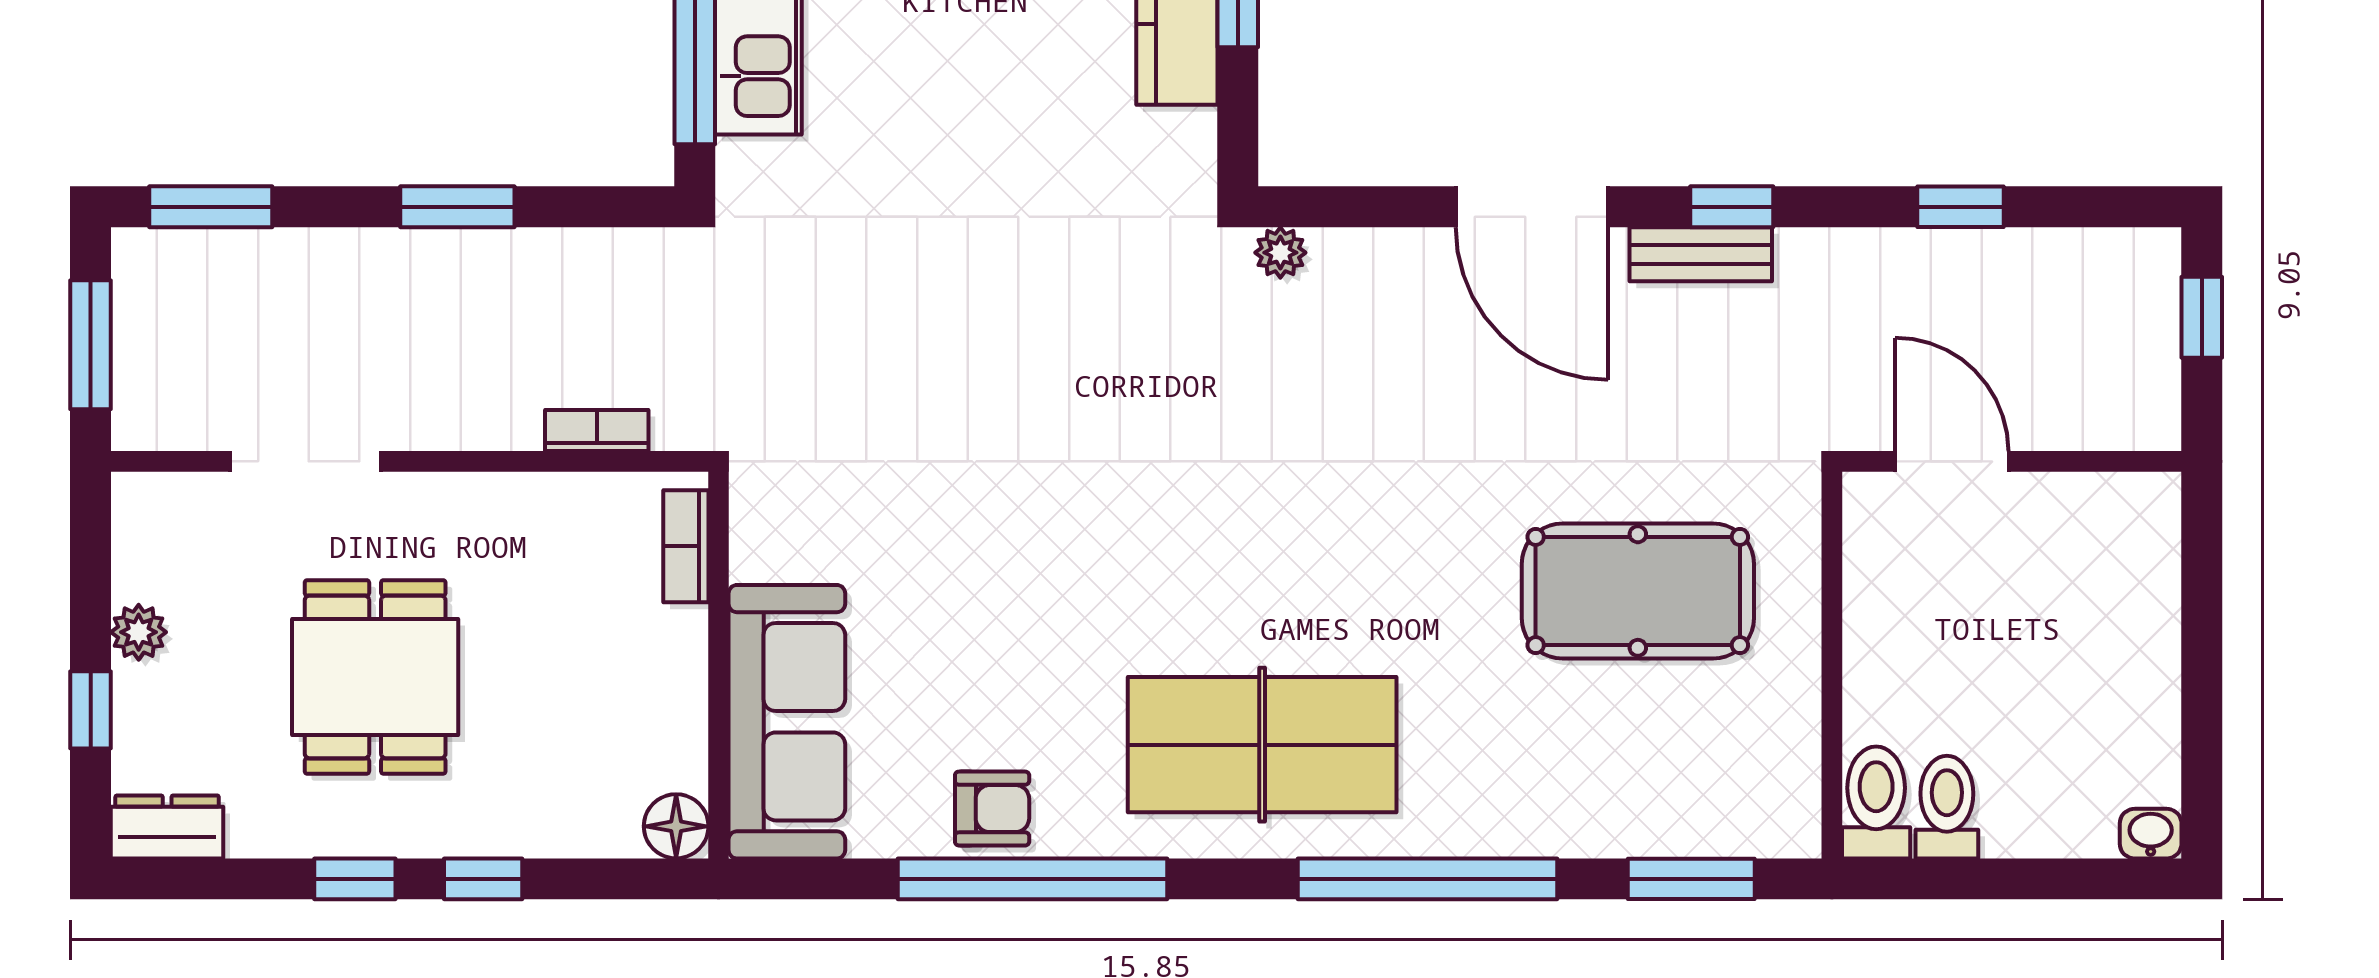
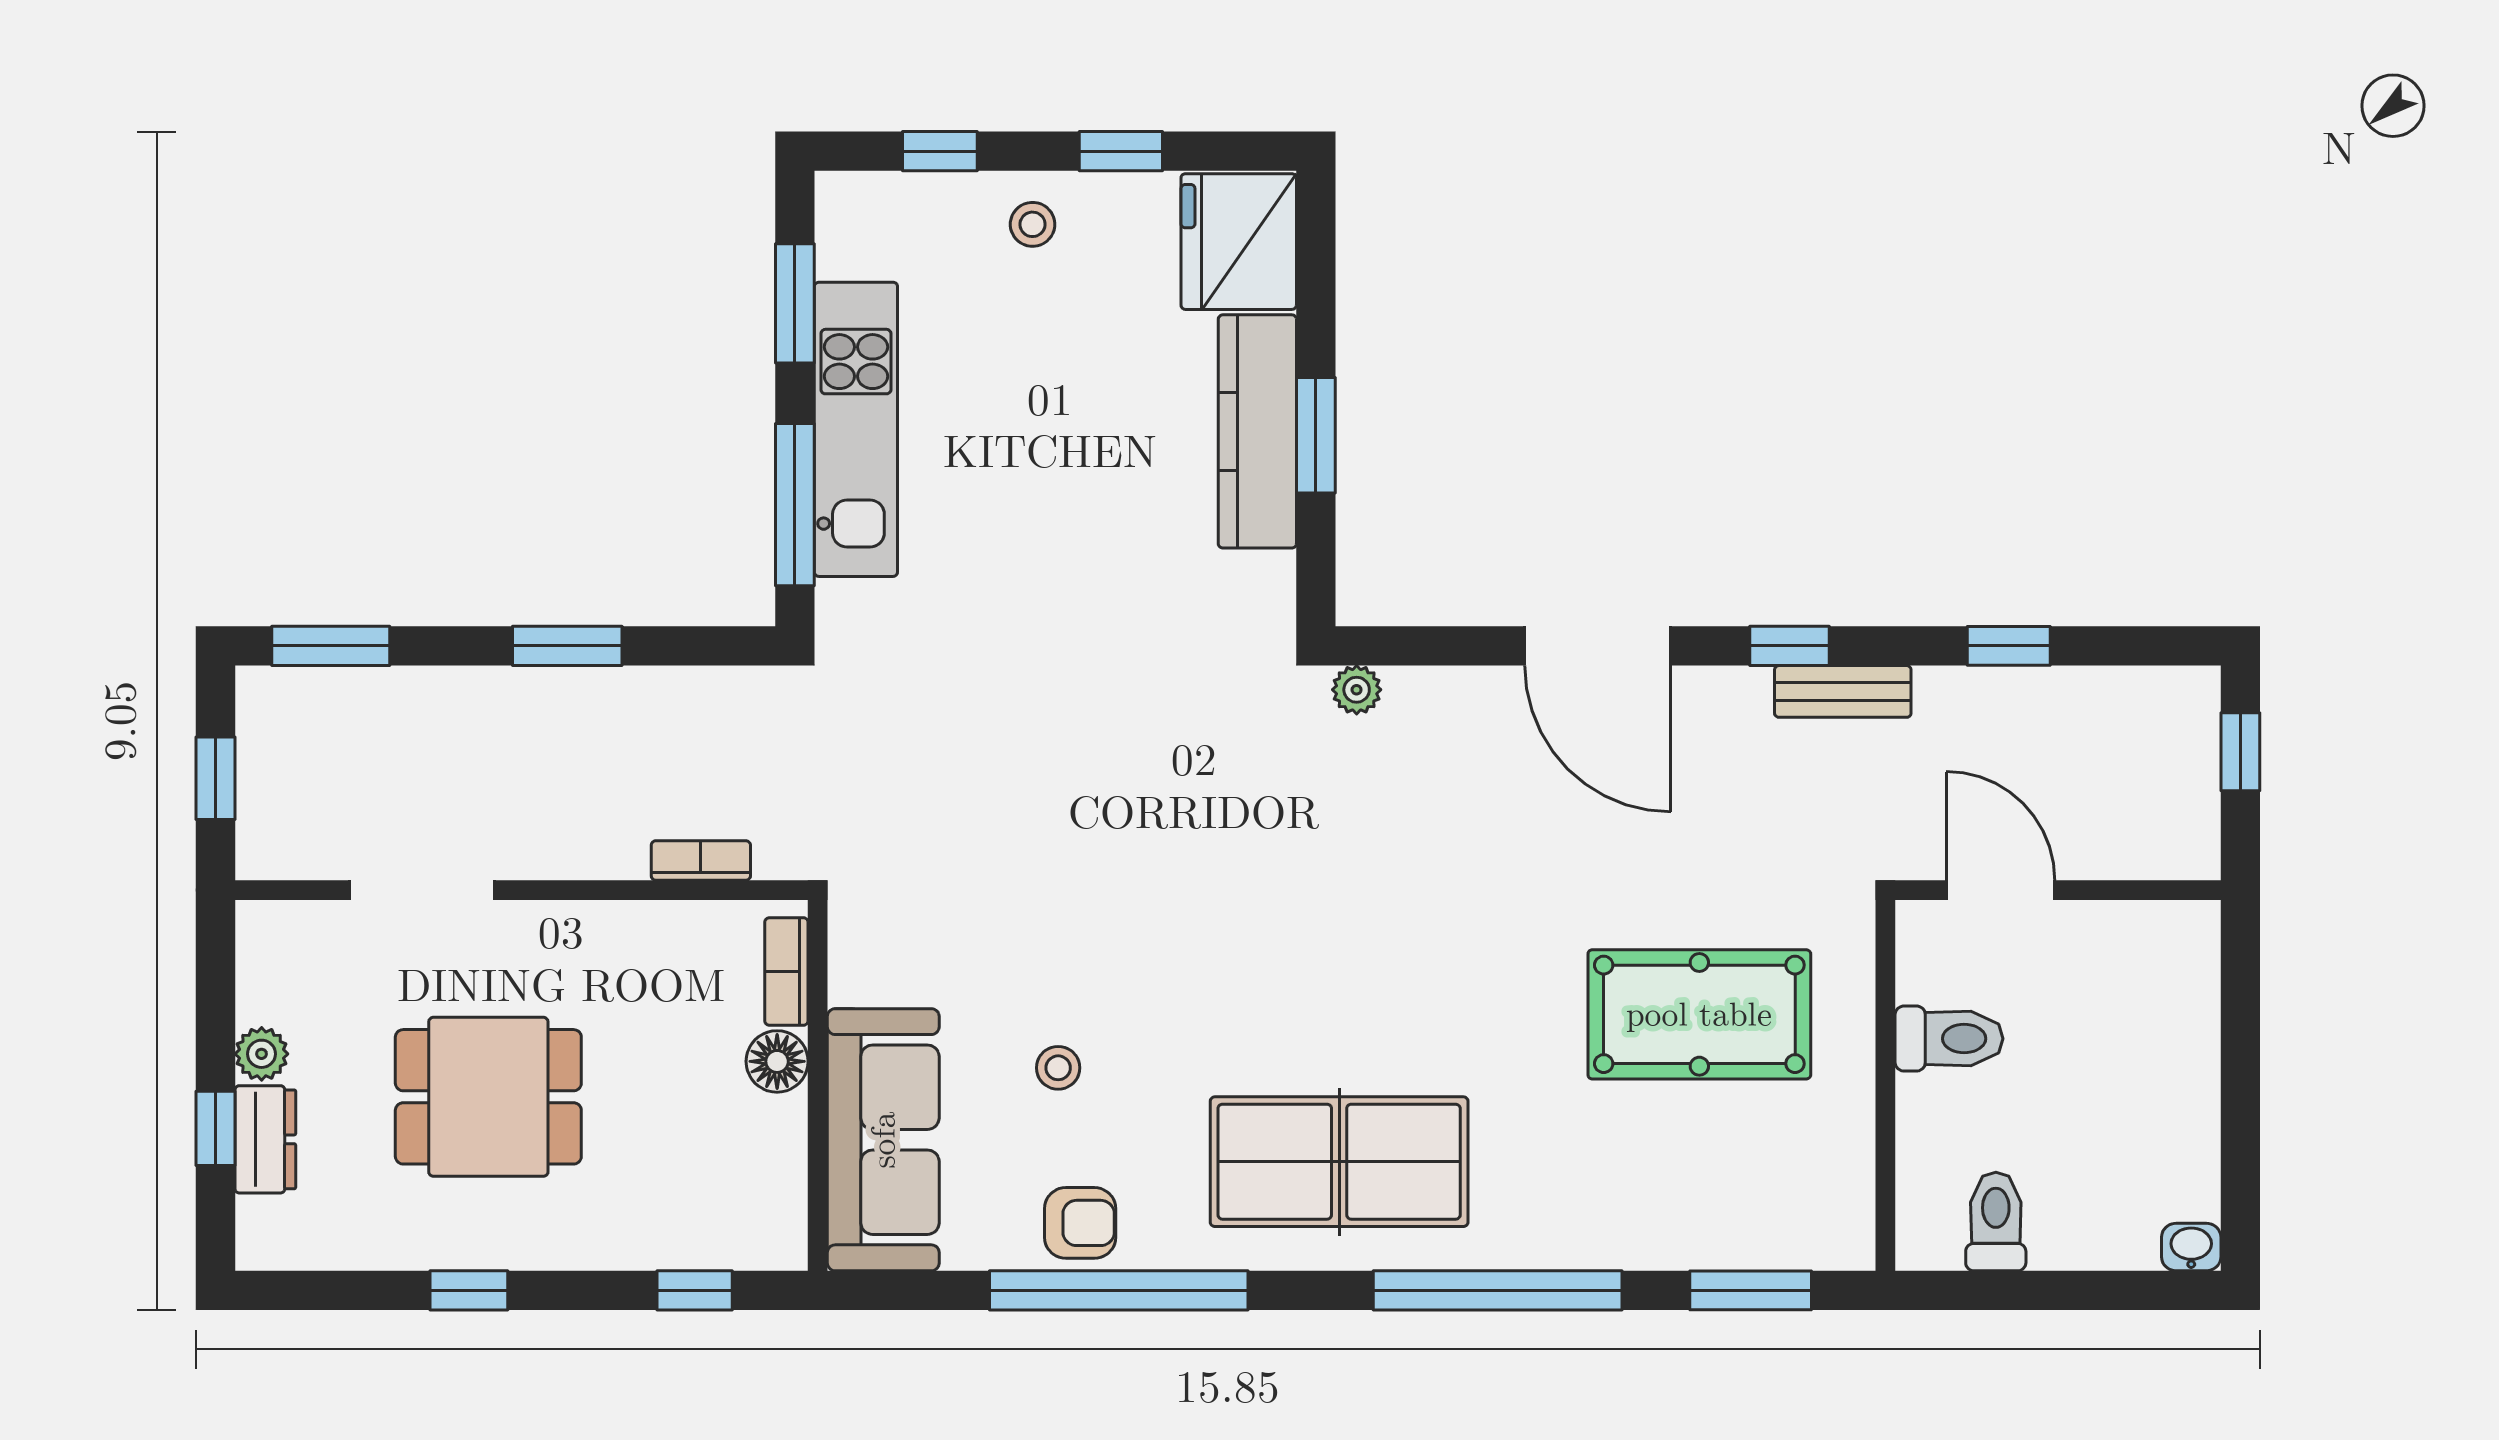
bench: (1701, 254) -> (1843, 691), moved
window: (91, 345) -> (216, 778), width x0.67
stool: (969, 647) -> (1058, 1068), added
dining table: (375, 677) -> (488, 1097), turned 90
toilet: (1876, 802) -> (1949, 1039), moved, turned 90
floor lamp: (676, 826) -> (777, 1061), moved
dresser: (167, 827) -> (265, 1139), moved, turned 90
window: (483, 879) -> (695, 1290), moved

